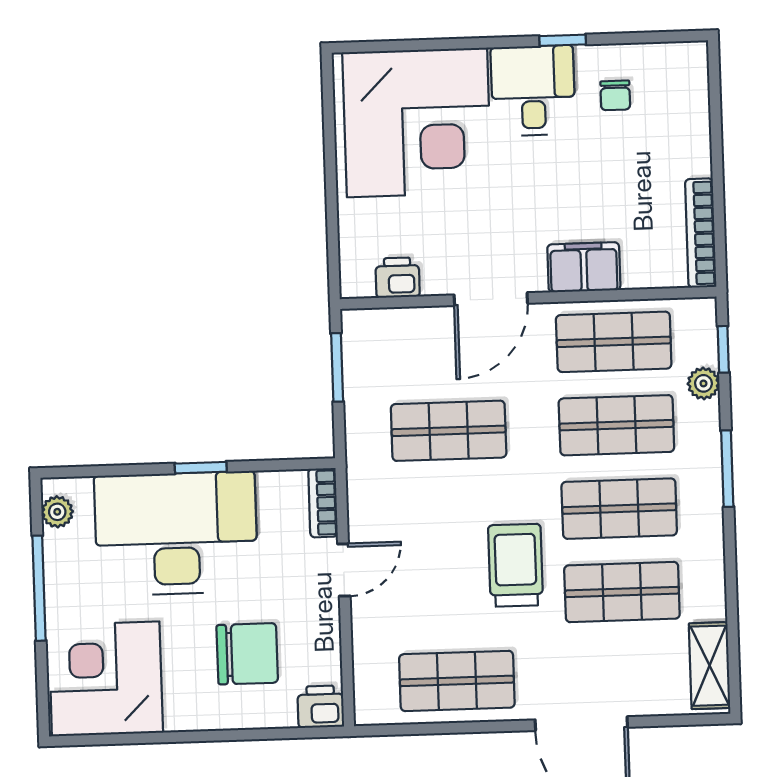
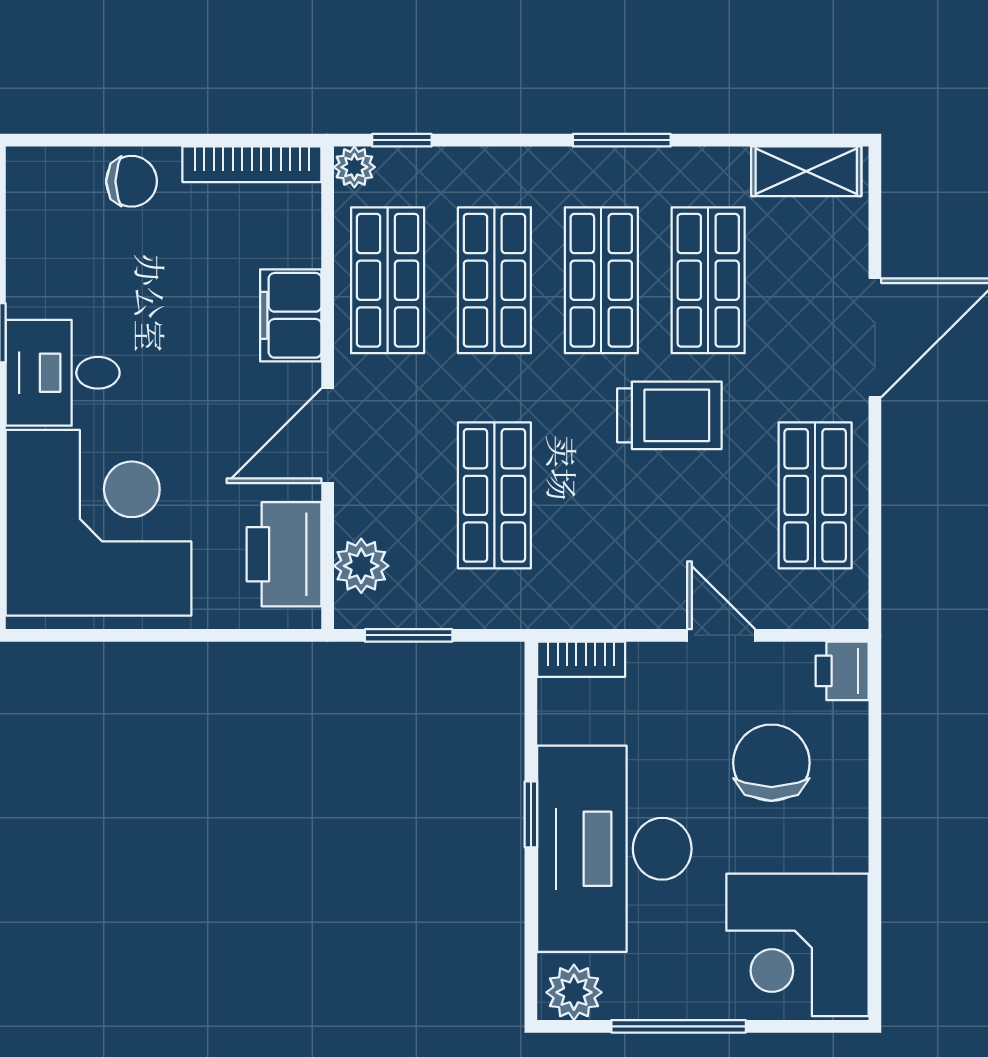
chair: (615, 95) -> (132, 181), moved, width x1.37, depth x1.37
printer: (398, 278) -> (284, 554), width x1.87, depth x1.48
door: (491, 299) -> (328, 436), swing flipped
plant: (390, 329) -> (361, 566), added
plant: (703, 383) -> (354, 167), moved
window: (727, 469) -> (622, 140), moved
plant: (57, 512) -> (574, 992), width x1.38, depth x1.38
trolley: (516, 565) -> (669, 415), turned 180
door: (344, 570) -> (721, 635), moved

